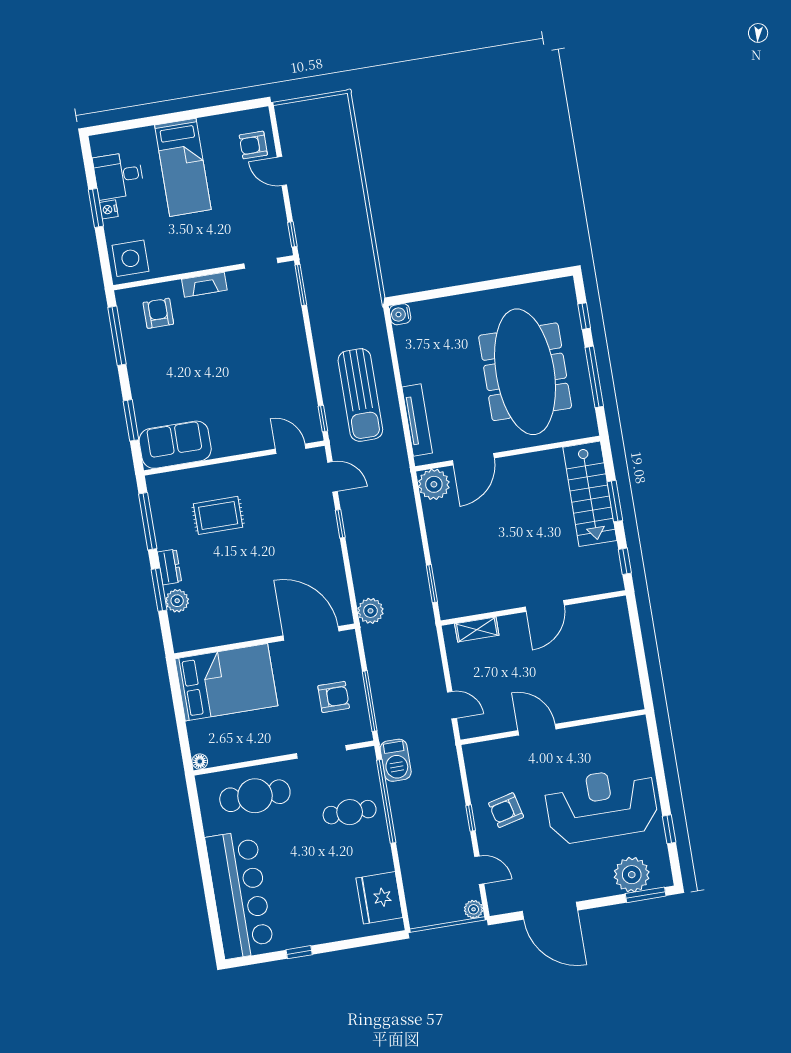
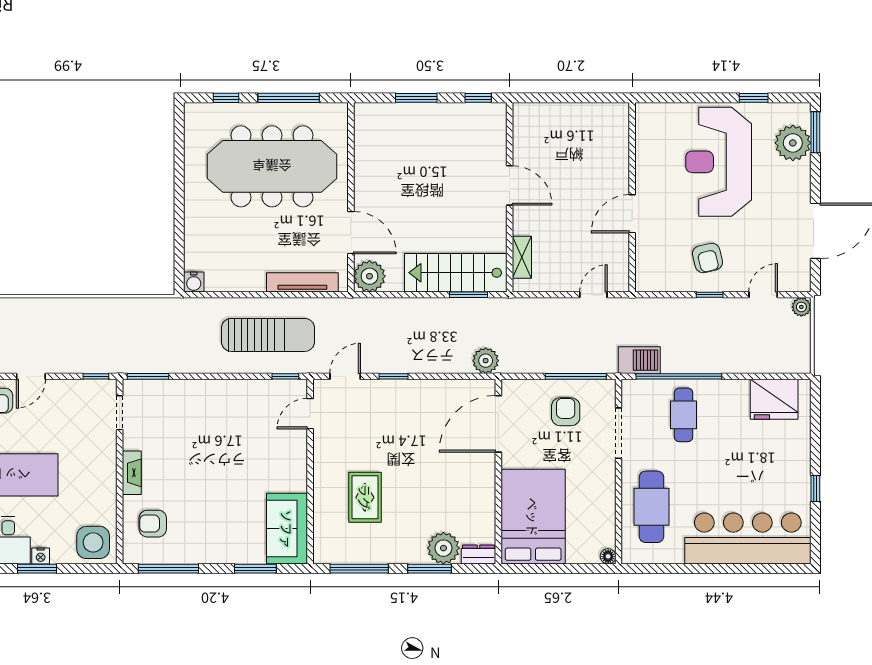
stairs: (590, 494) -> (456, 273), moved, turned 180
dresser: (169, 567) -> (478, 555), moved
plant: (177, 601) -> (443, 548), width x1.36, depth x1.36

